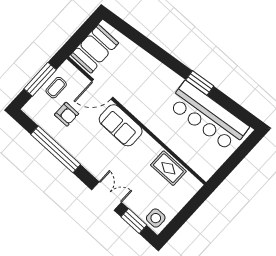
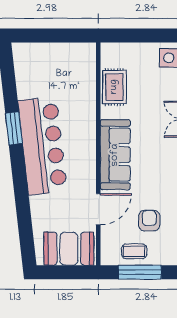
door: (102, 89) -> (98, 209), hinge flipped
bar counter: (208, 116) -> (42, 146), moved
sofa: (121, 125) -> (115, 155), width x1.36

